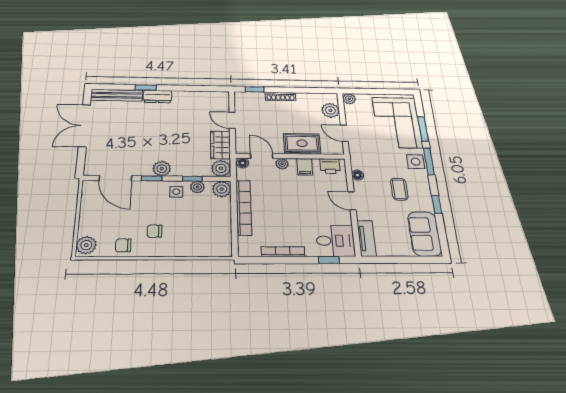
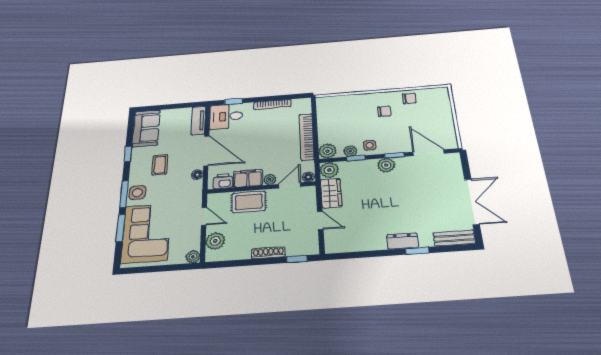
bench: (117, 95) -> (454, 238), width x0.73
door: (262, 156) -> (290, 185), swing flipped
filing cabinet: (305, 167) -> (248, 178), width x2.00
door: (352, 201) -> (206, 151), width x1.87
plant: (86, 245) -> (441, 96), removed

